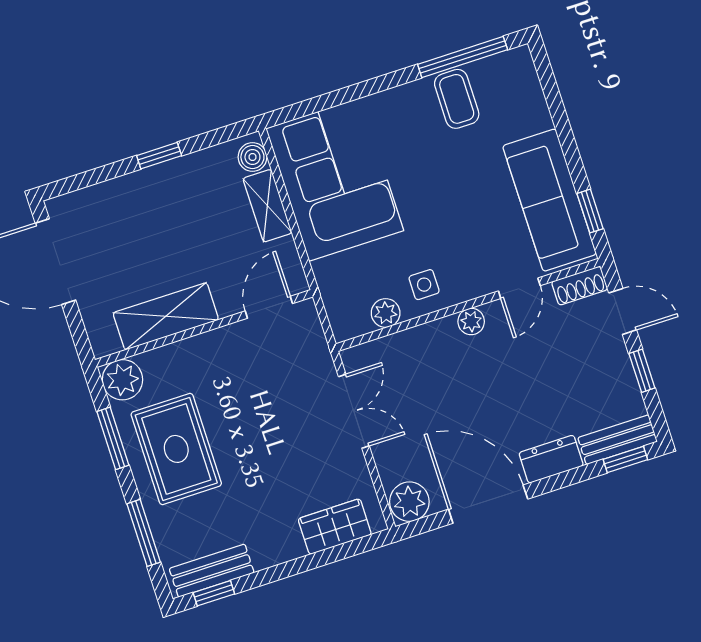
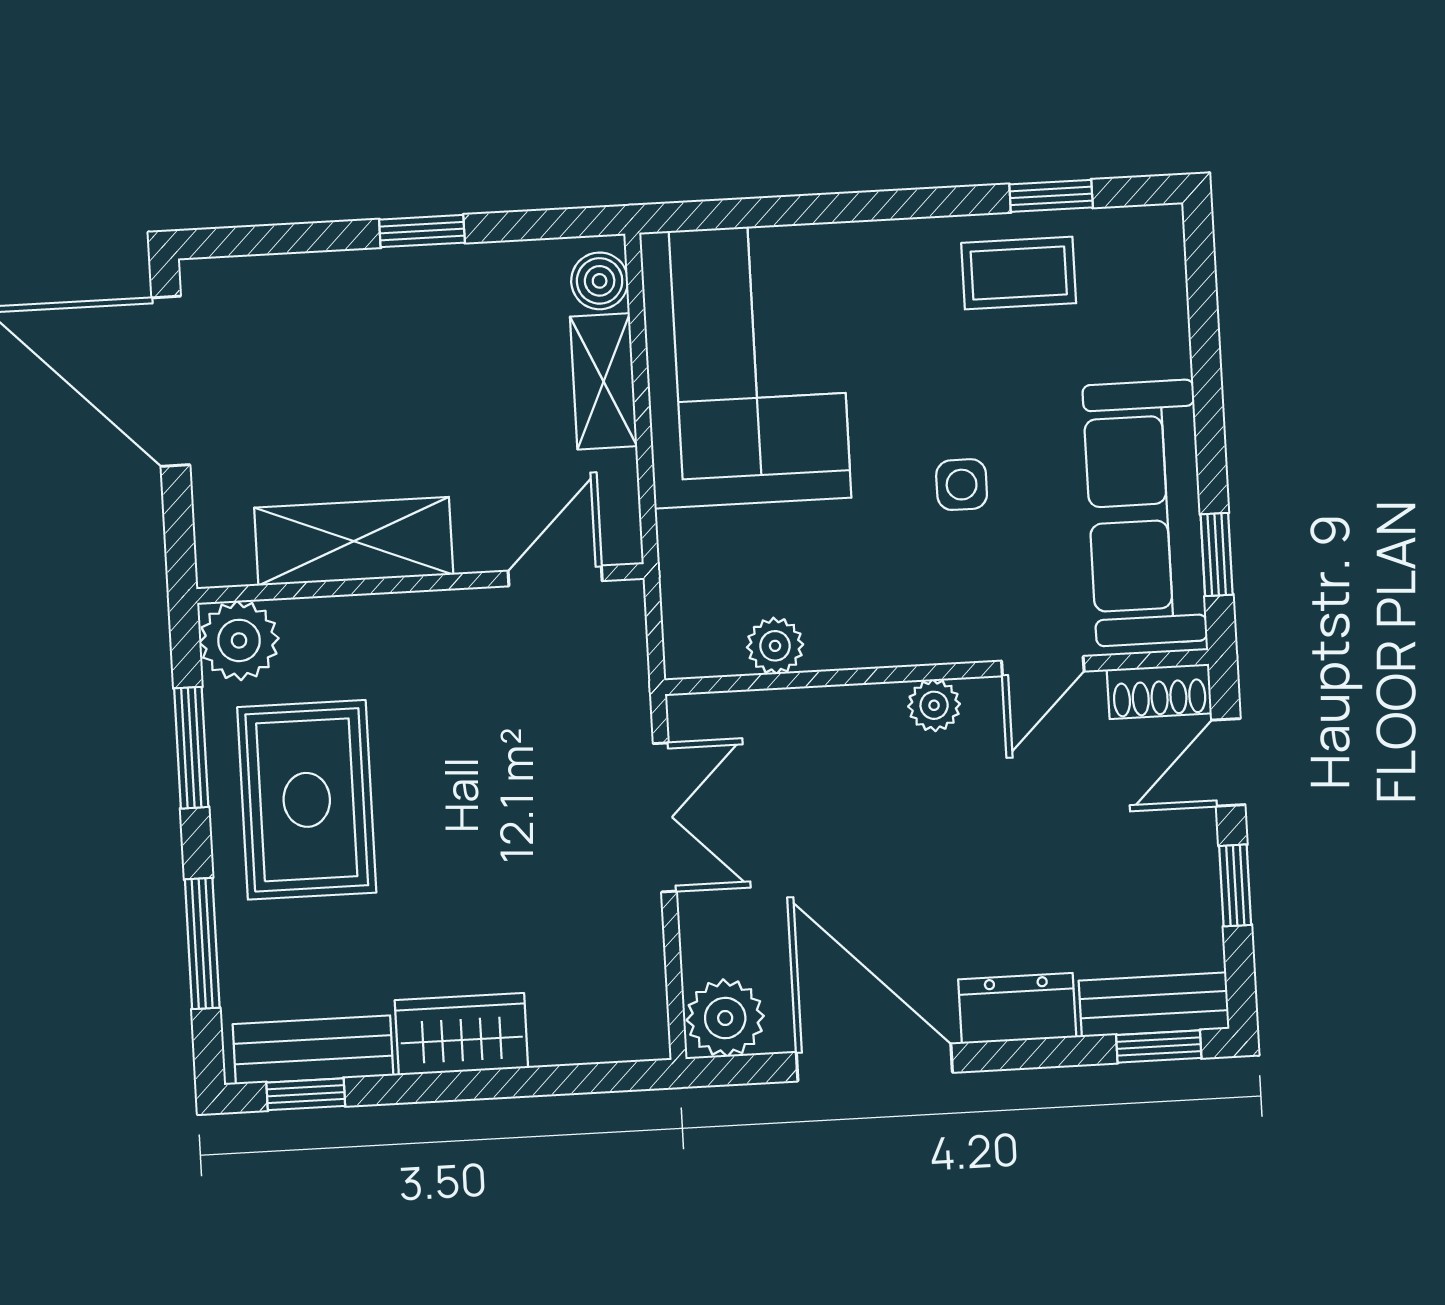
window: (463, 57) -> (1051, 196), width x0.46
coffee table: (457, 99) -> (1019, 273), turned 90
side table: (424, 285) -> (962, 485), moved
door: (623, 311) -> (1228, 762), swing flipped
wardrobe: (335, 527) -> (461, 1034), moved

